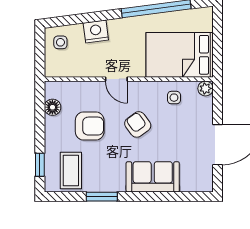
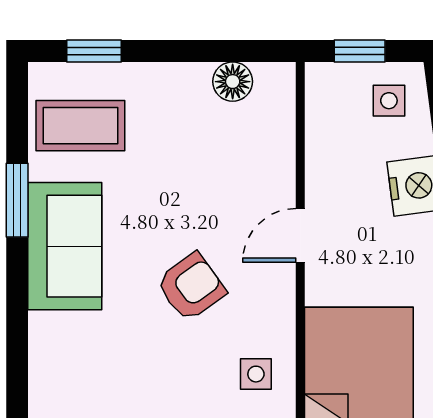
window: (40, 54) -> (360, 51), added
armchair: (90, 126) -> (187, 171), removed
sofa: (153, 177) -> (65, 246), moved

